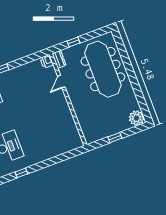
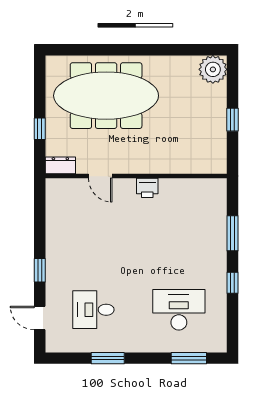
printer: (47, 61) -> (147, 188), moved
window: (58, 159) -> (233, 233), added
window: (21, 173) -> (233, 283), moved

